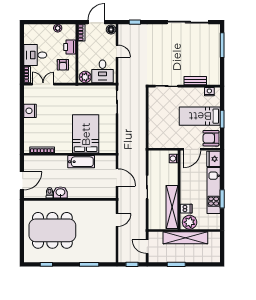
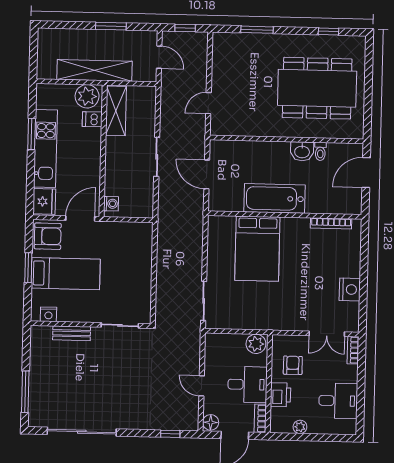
desk: (35, 55) -> (338, 401), moved
desk: (102, 71) -> (248, 384), moved, turned 90
bathtub: (81, 162) -> (274, 198), width x1.36, depth x1.36
shelving: (172, 207) -> (116, 111), width x0.68

